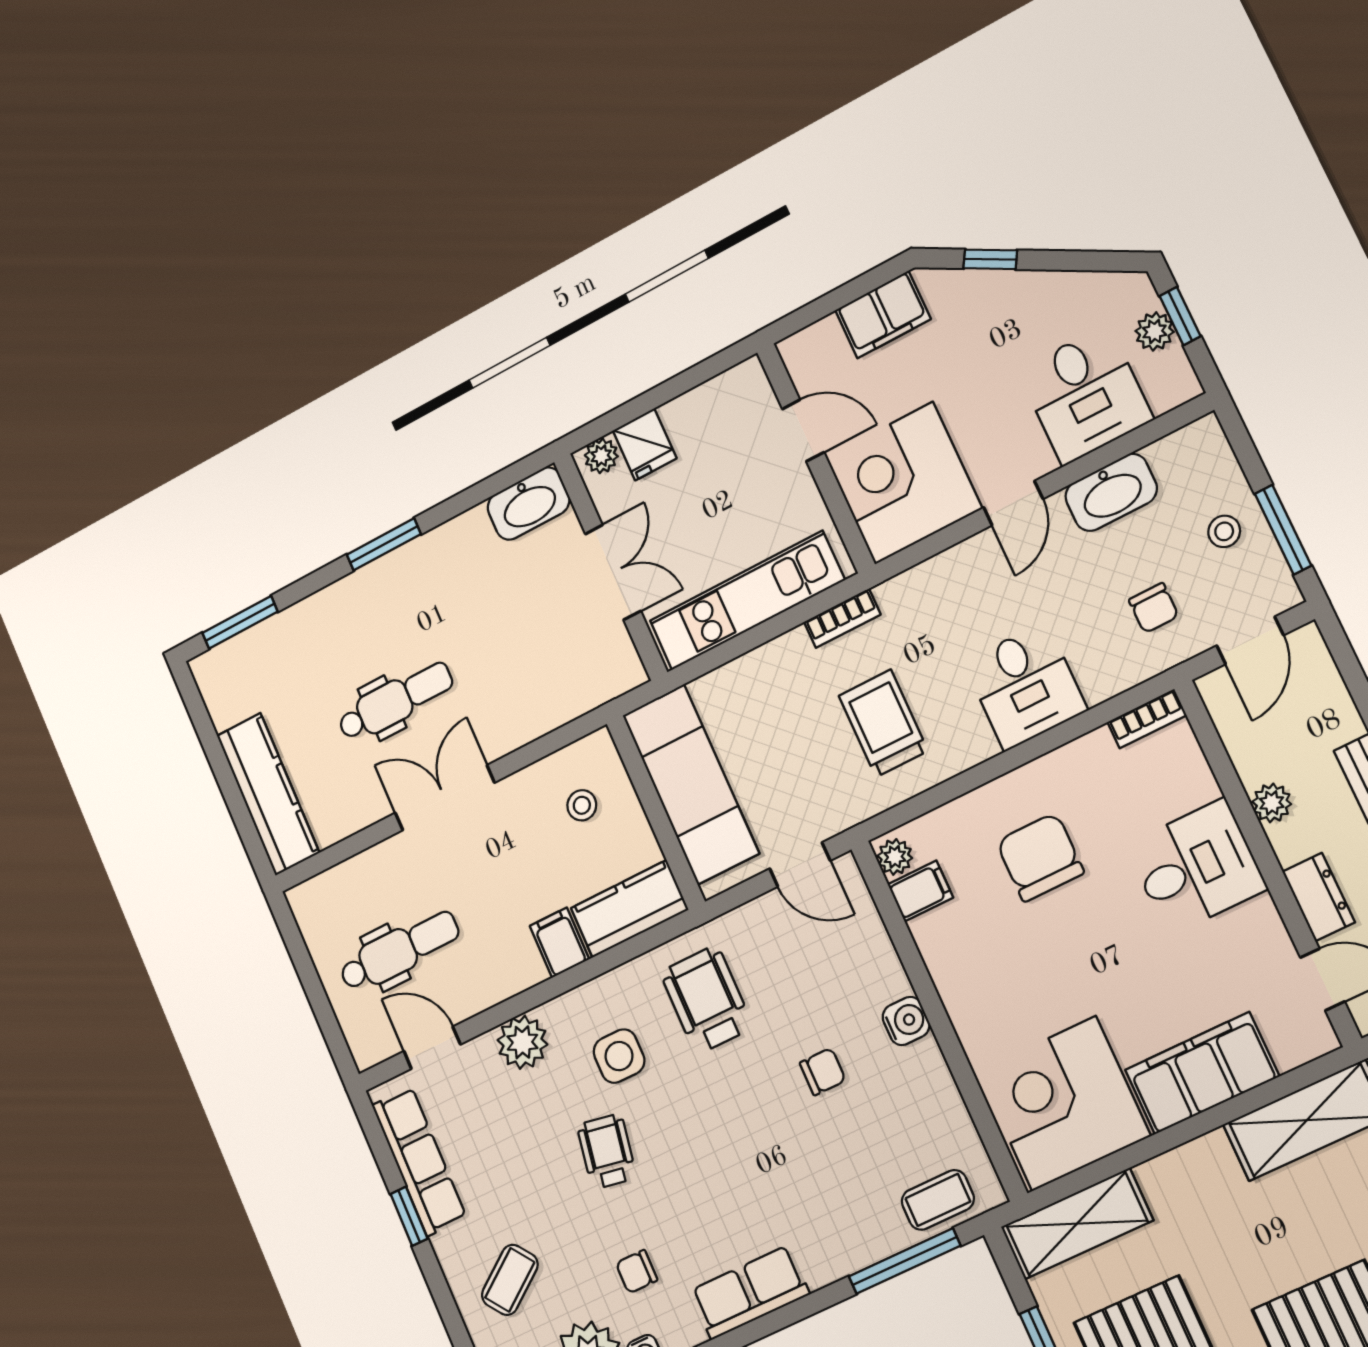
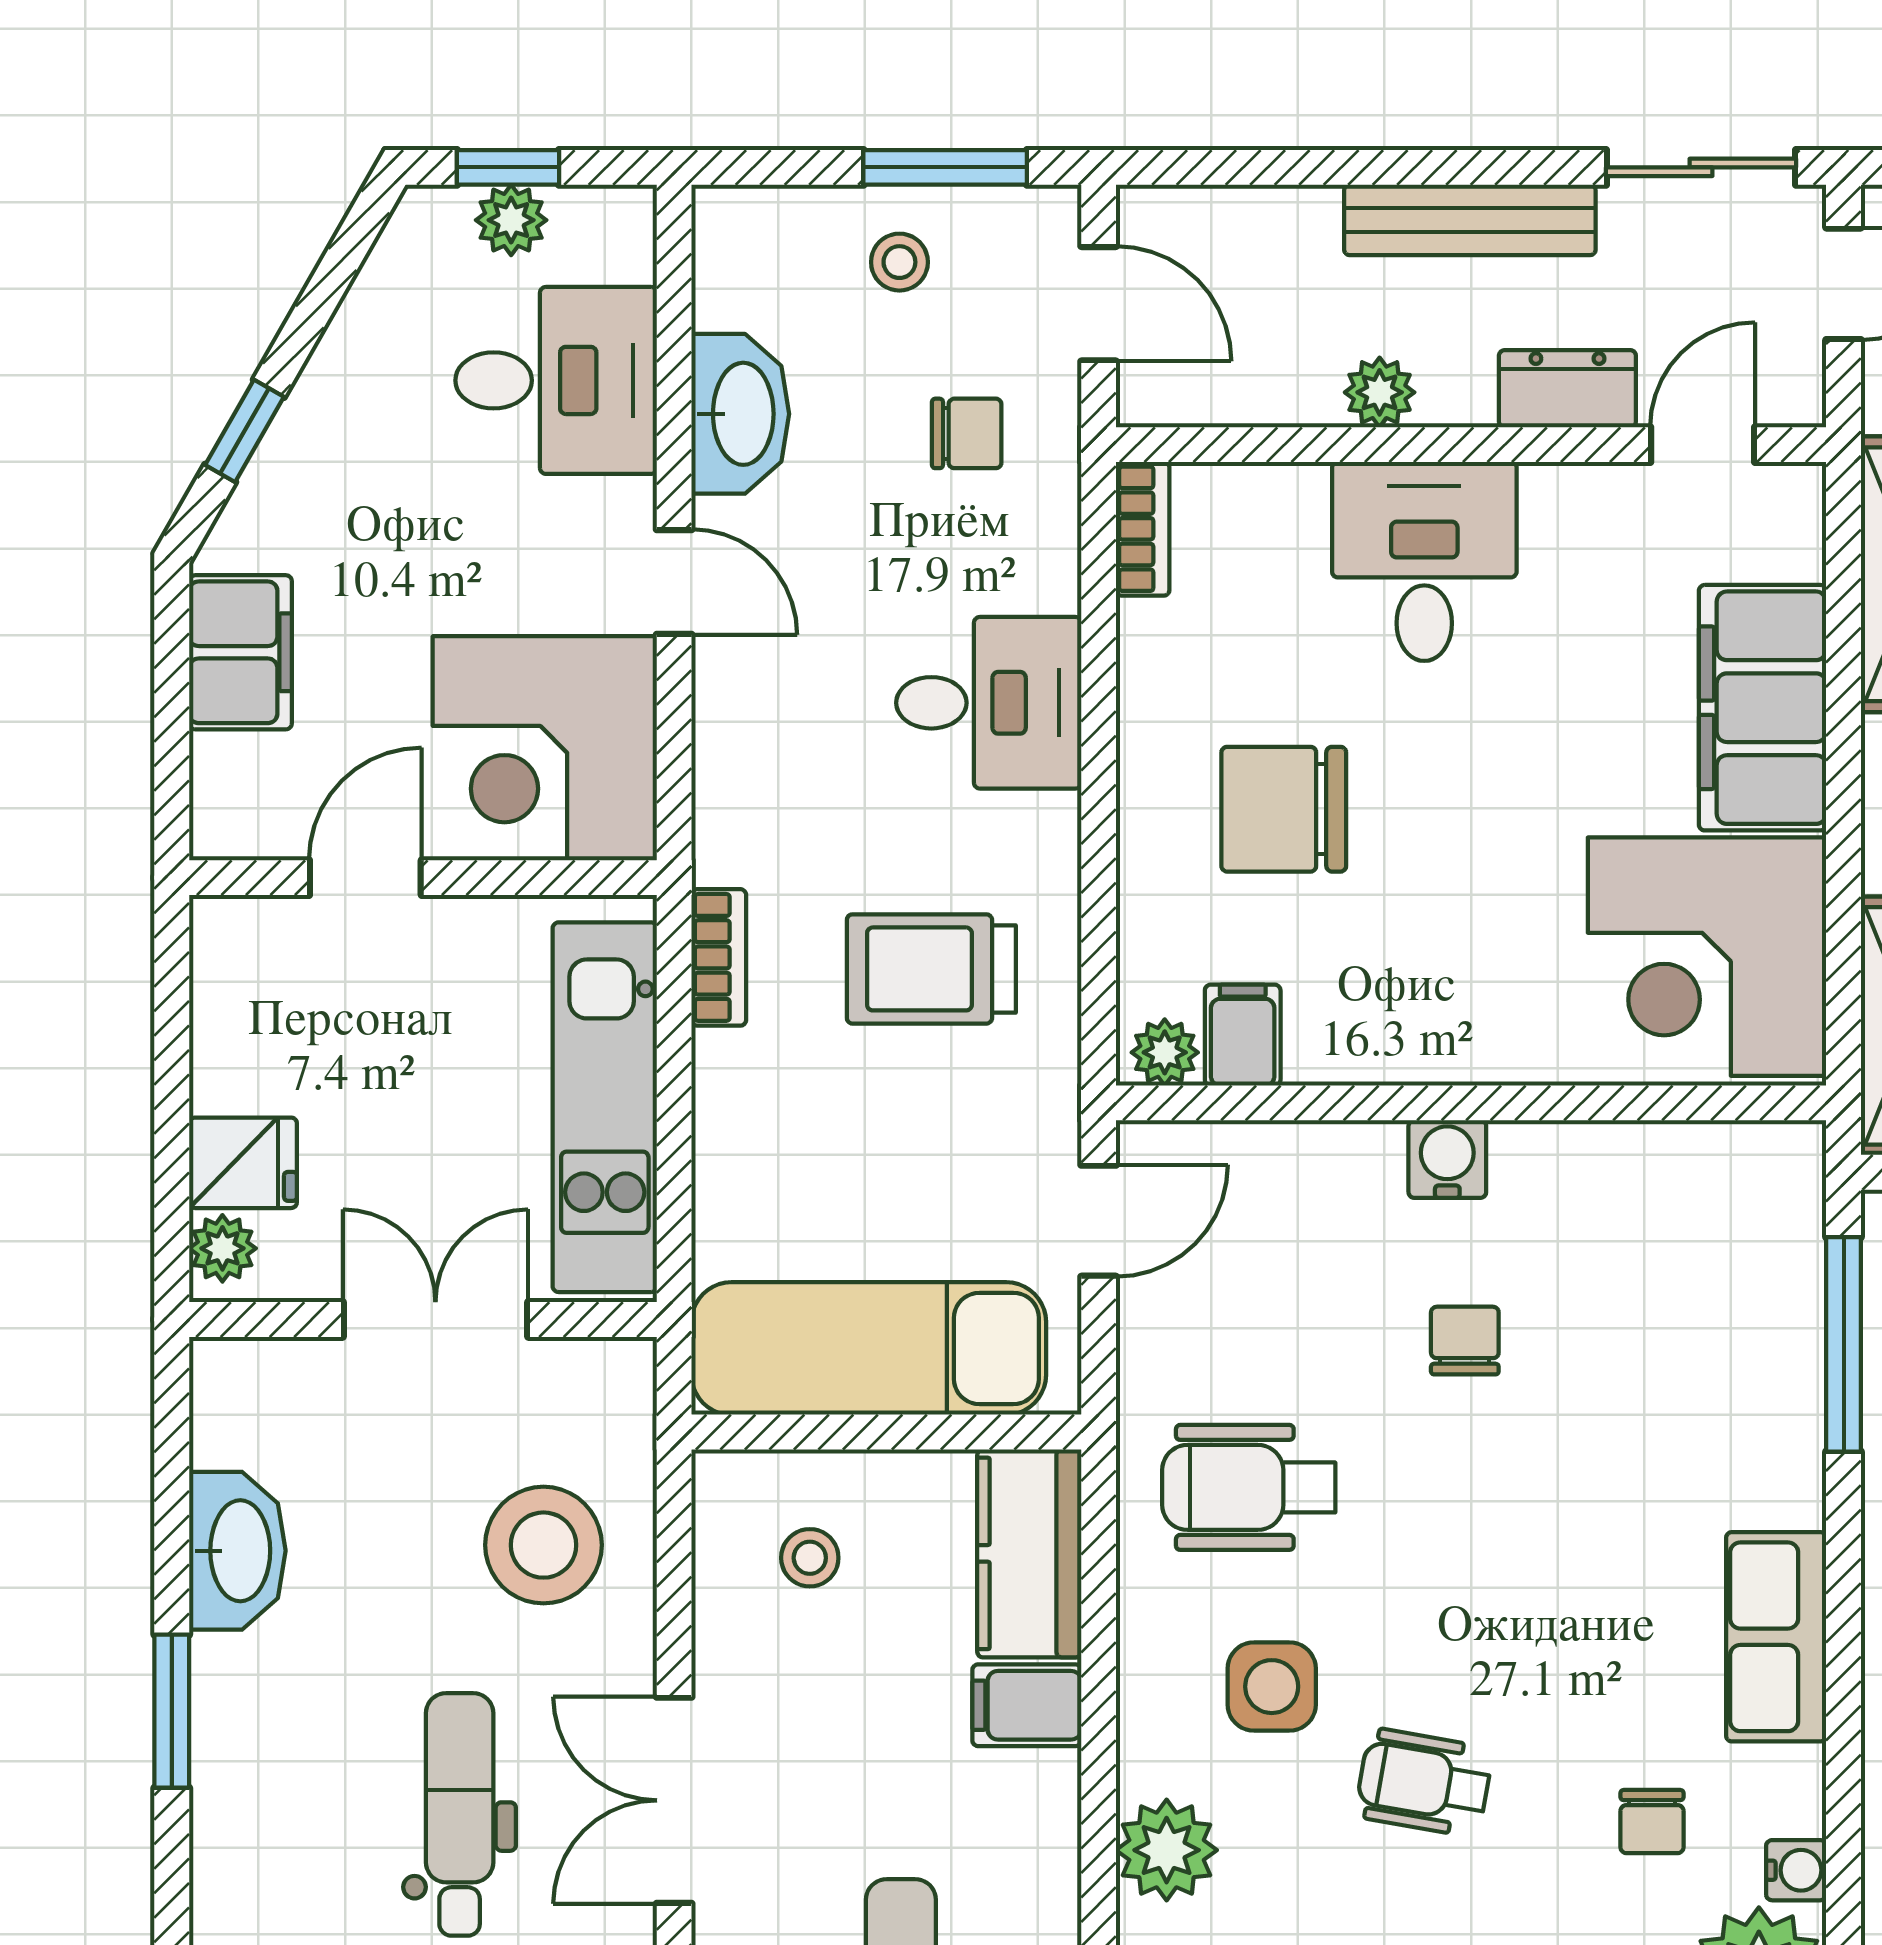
washbasin: (528, 504) -> (237, 1551), moved
stool: (533, 677) -> (543, 1545), added
coffee table: (938, 1200) -> (1768, 1241), removed

